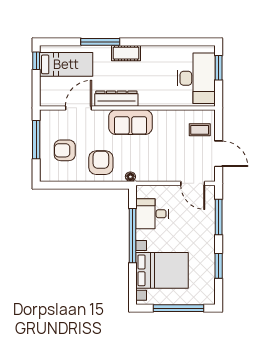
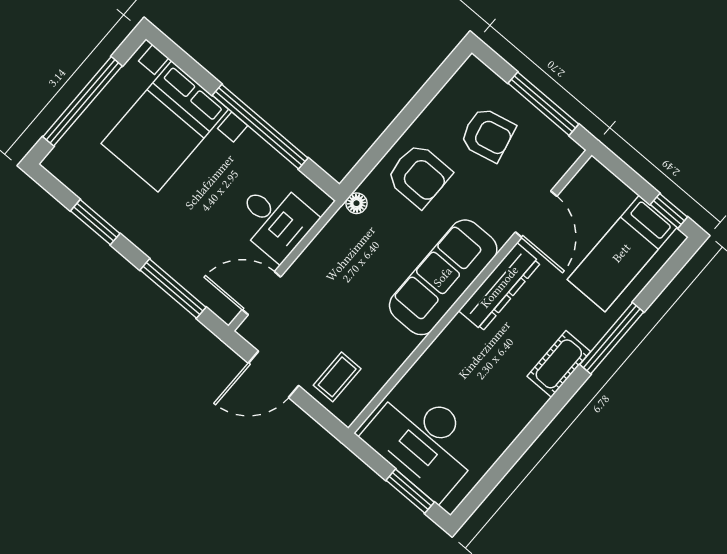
sofa: (130, 122) -> (443, 277), width x1.36
armchair: (65, 150) -> (488, 135), turned 77
desk: (152, 214) -> (275, 220), moved, turned 90

